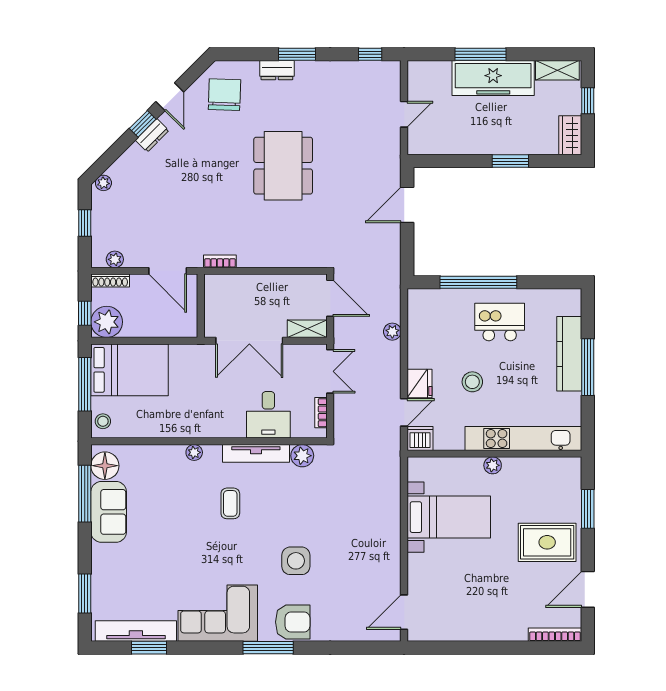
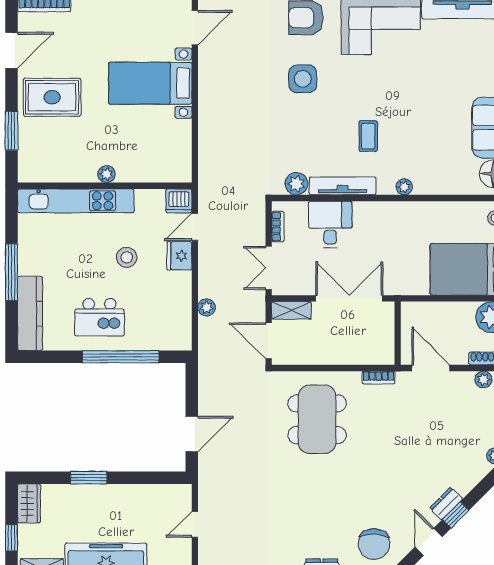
dining table: (283, 166) -> (317, 419), moved
kitchen counter: (569, 354) -> (30, 313), moved
bed with nightstands: (449, 517) -> (150, 83), moved

